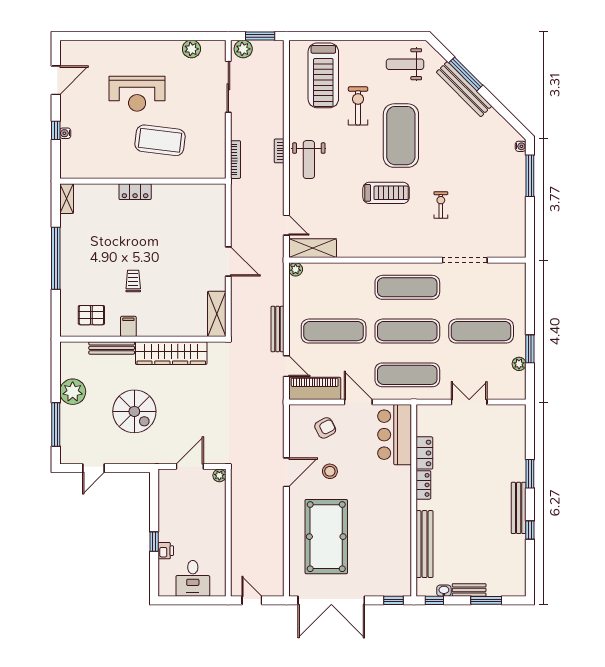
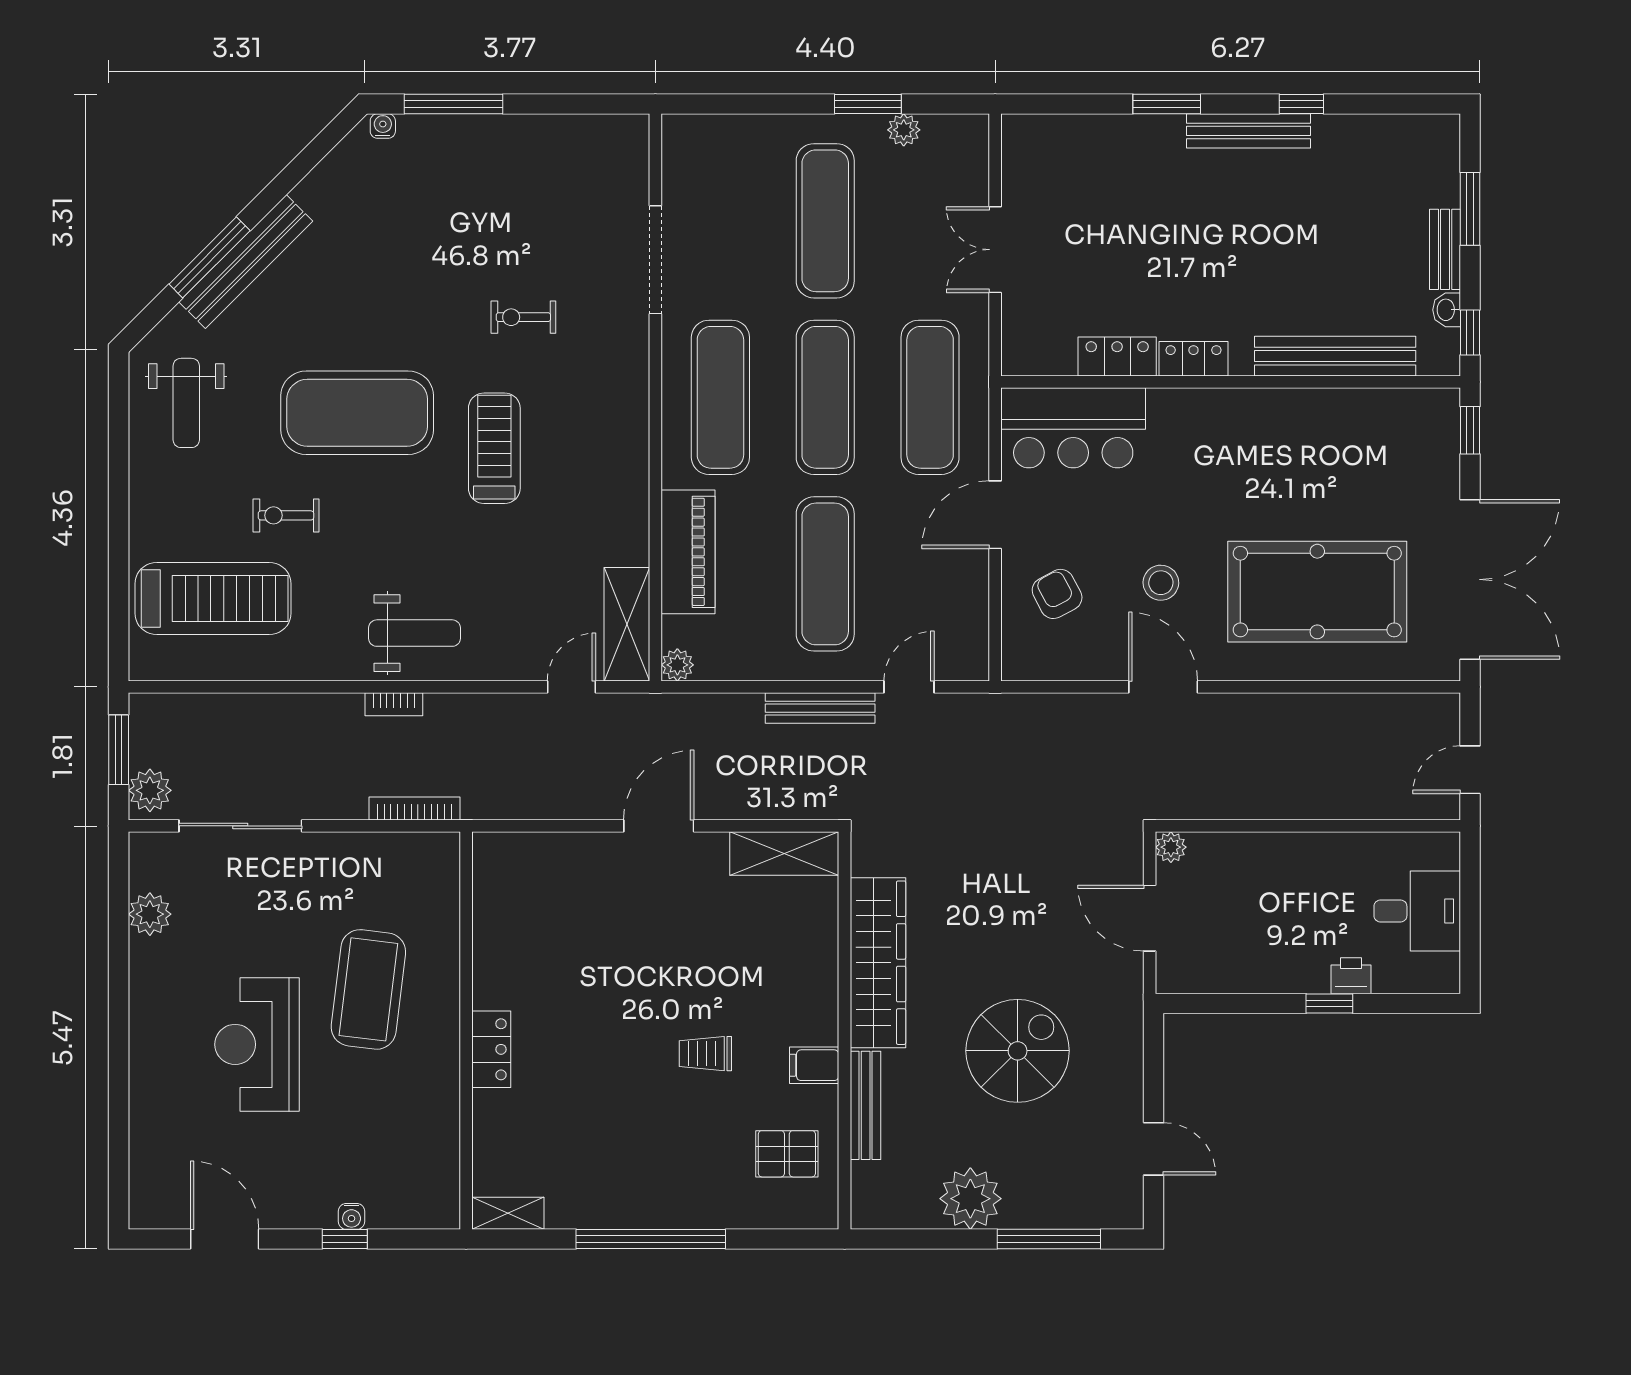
reception desk: (137, 94) -> (257, 1044), turned 180
exercise bike: (358, 106) -> (286, 515), width x0.73, depth x0.72
pallet: (91, 315) -> (787, 1154), turned 90
piano: (315, 388) -> (688, 552), moved, turned 180

